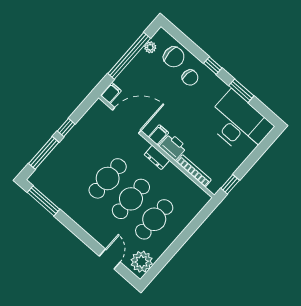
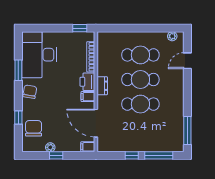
plant: (150, 47) -> (50, 147), moved
window: (129, 56) -> (56, 155), width x0.32
window: (213, 66) -> (18, 117), moved
chair: (190, 78) -> (30, 92), moved
plant: (142, 262) -> (172, 36), width x0.53, depth x0.53

